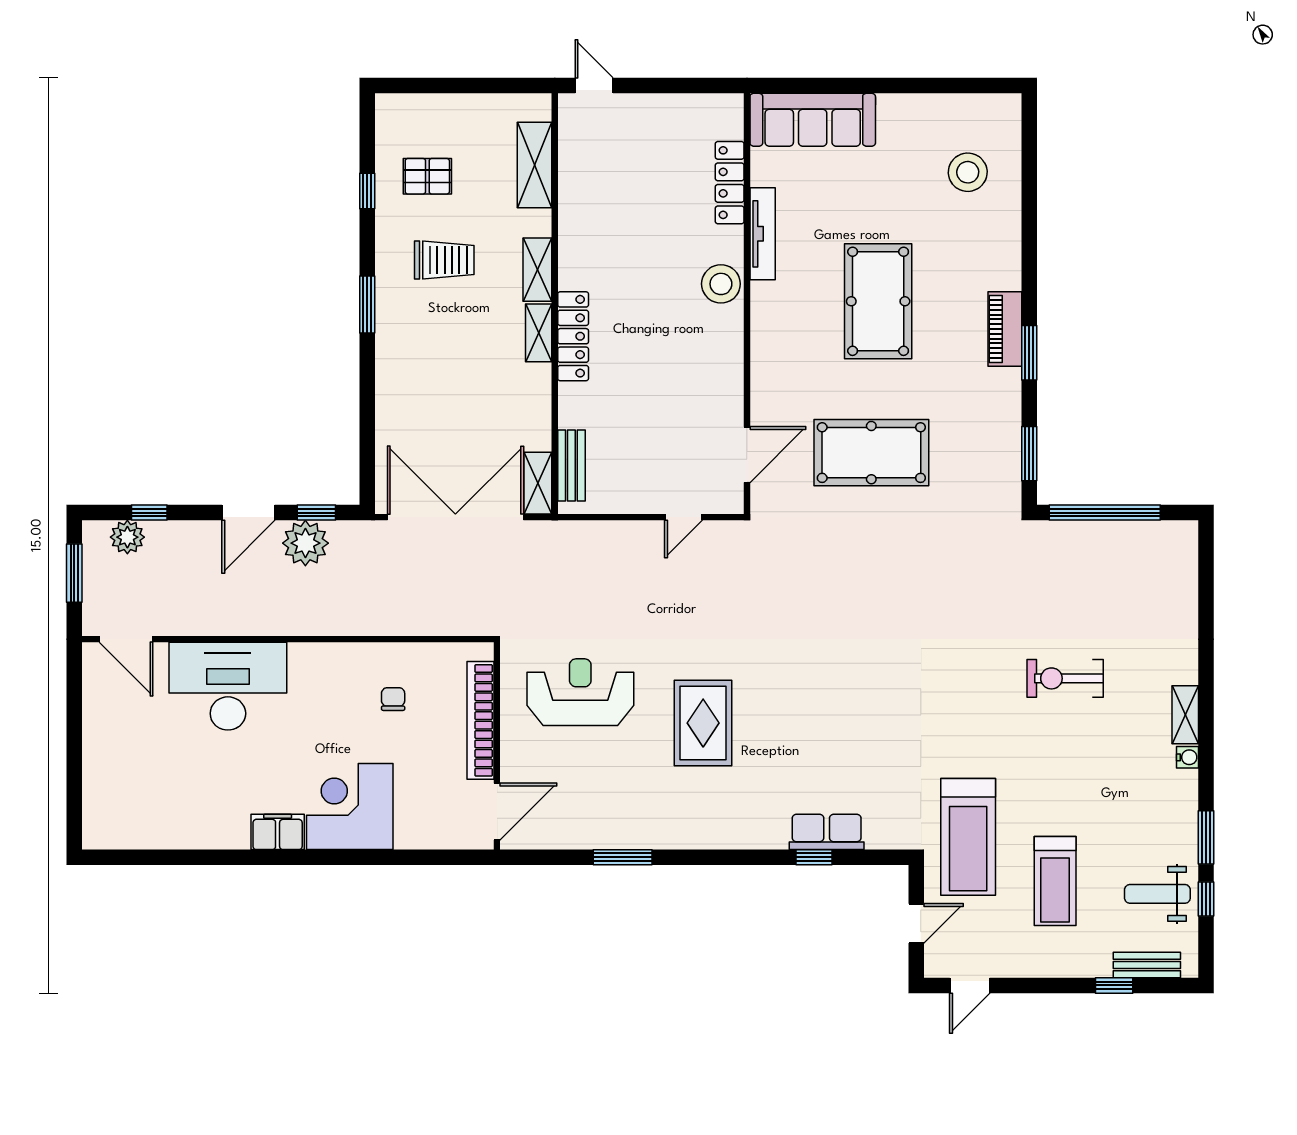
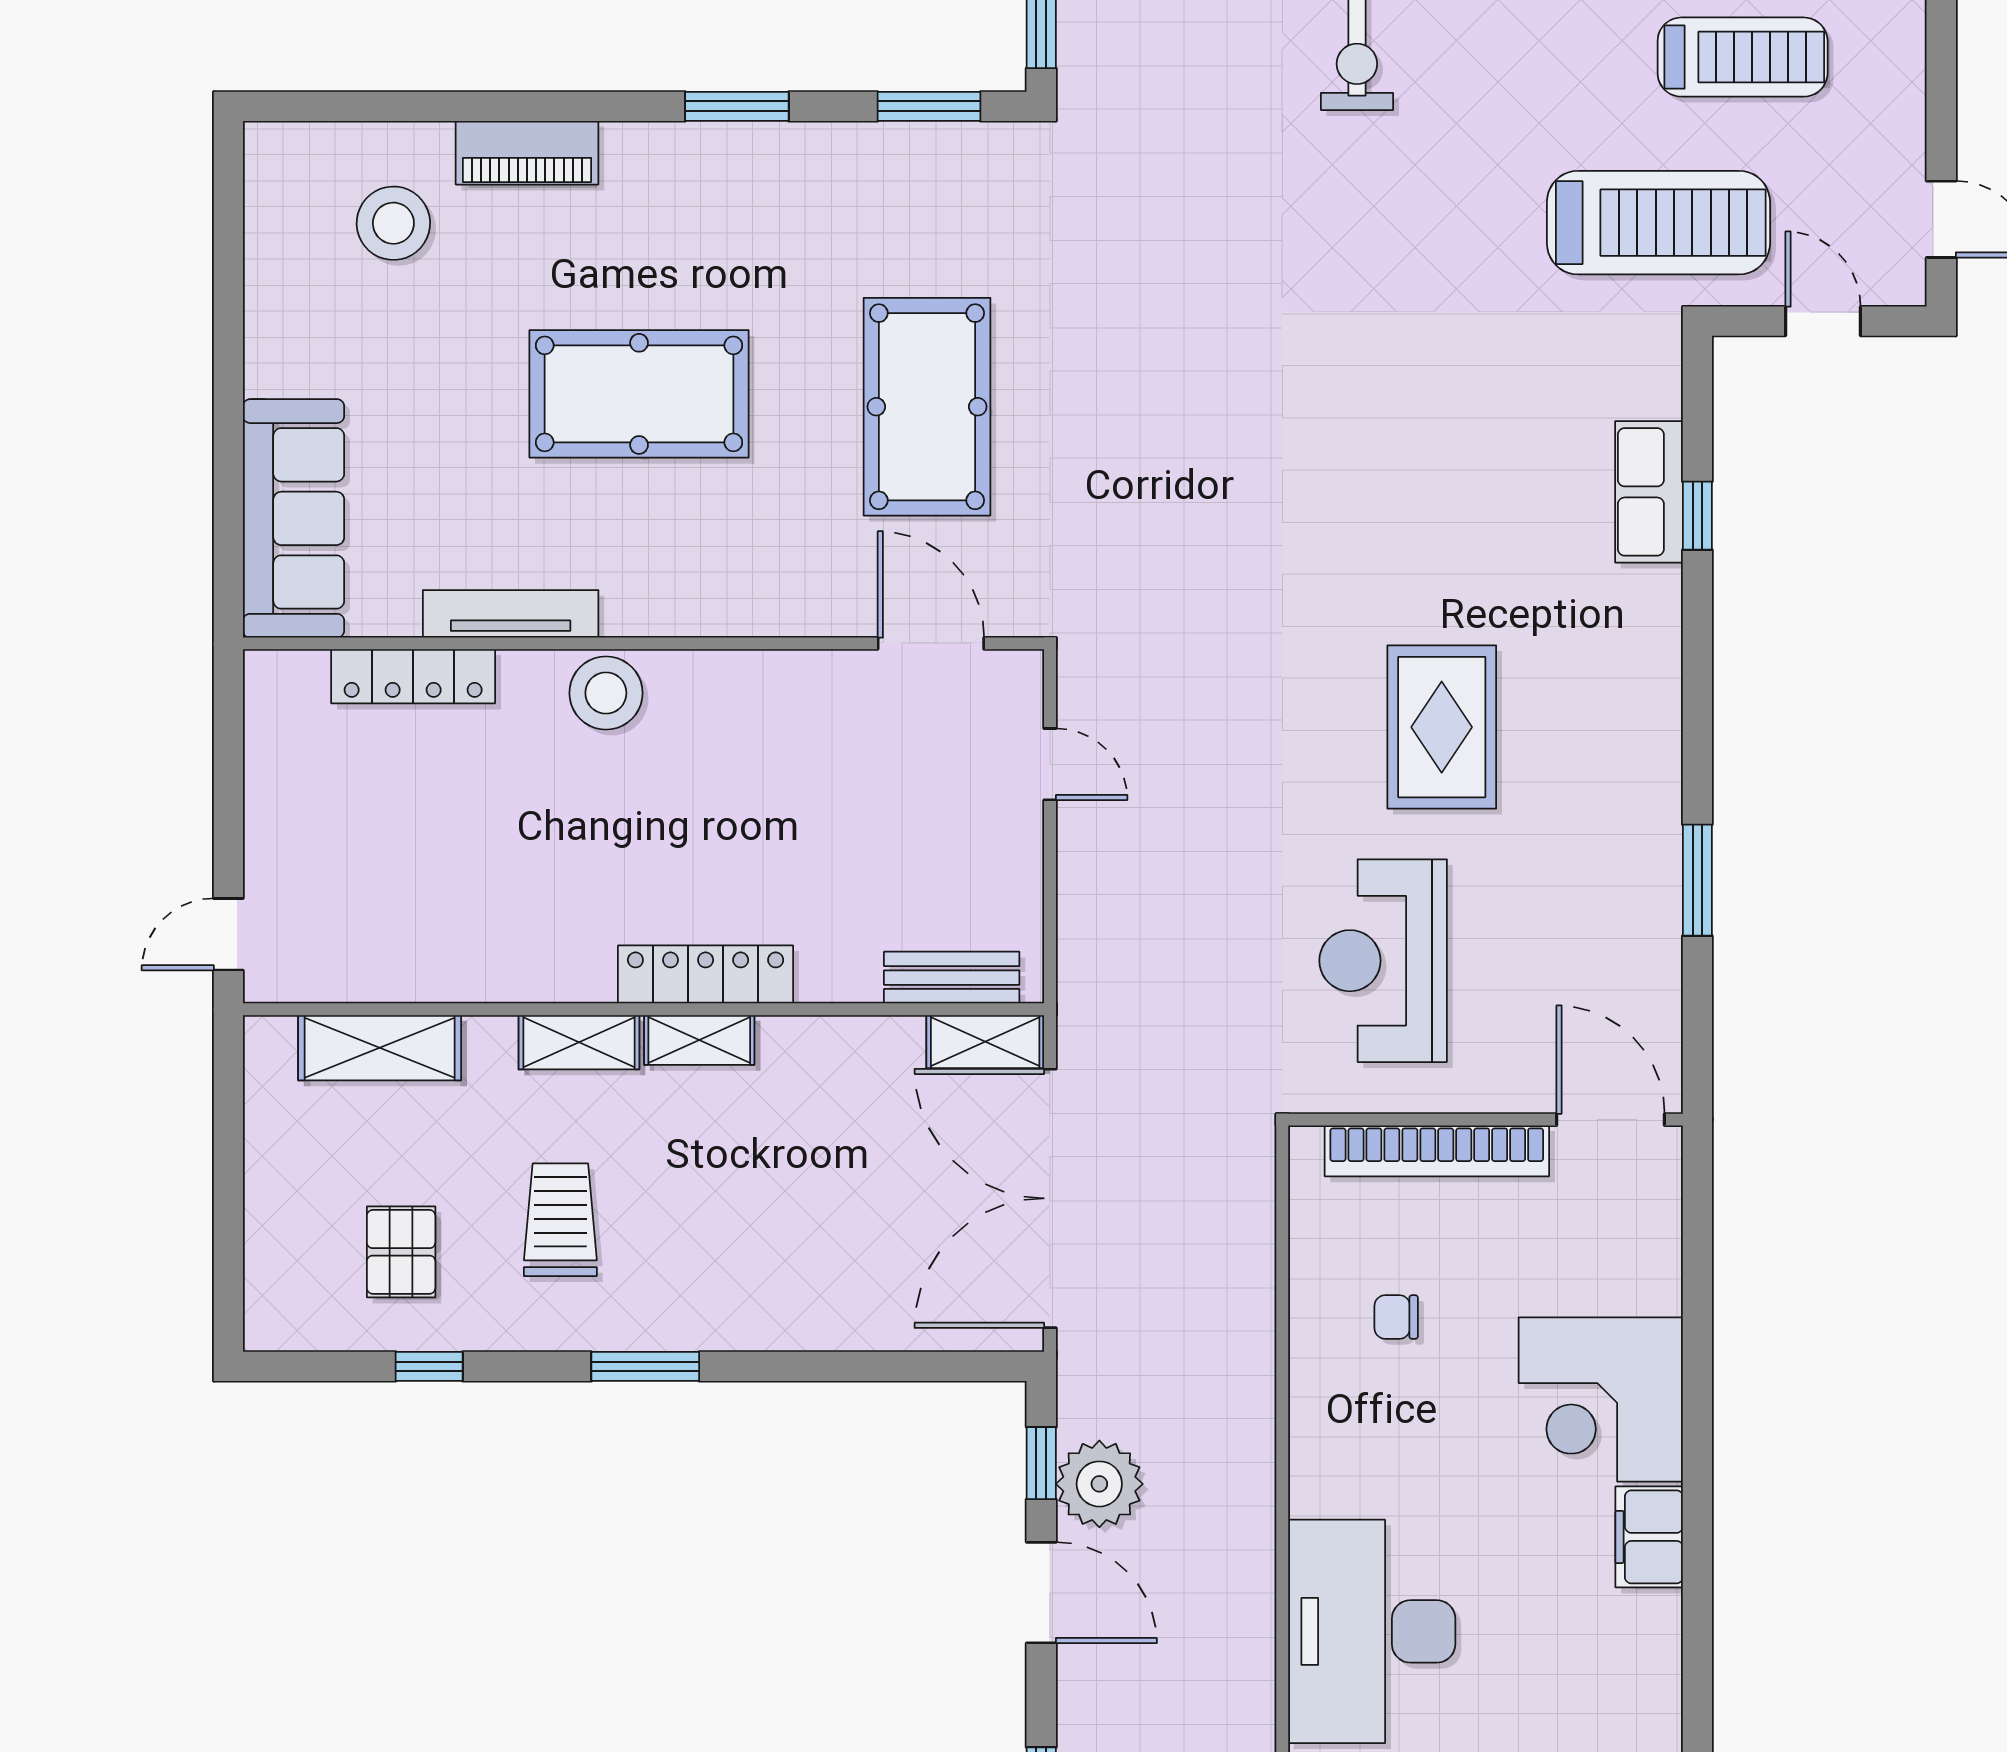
piano: (1005, 329) -> (527, 153), moved
rug: (703, 723) -> (1442, 727), turned 90

